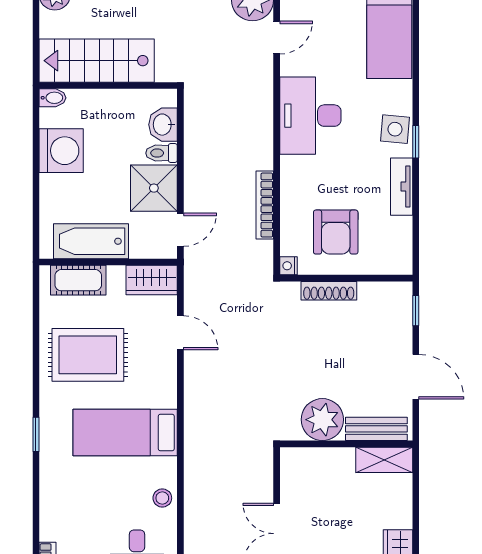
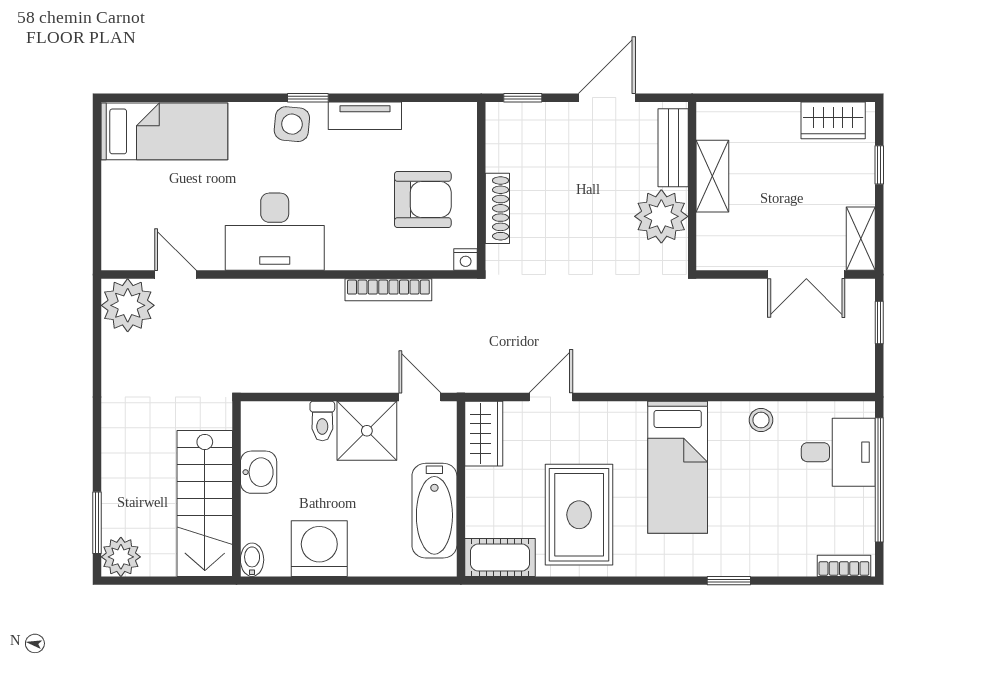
washbasin: (163, 125) -> (259, 472), moved, turned -90
cot: (78, 280) -> (500, 558), moved, turned 90
window: (36, 434) -> (729, 581), moved
shelving: (384, 460) -> (712, 176), moved

